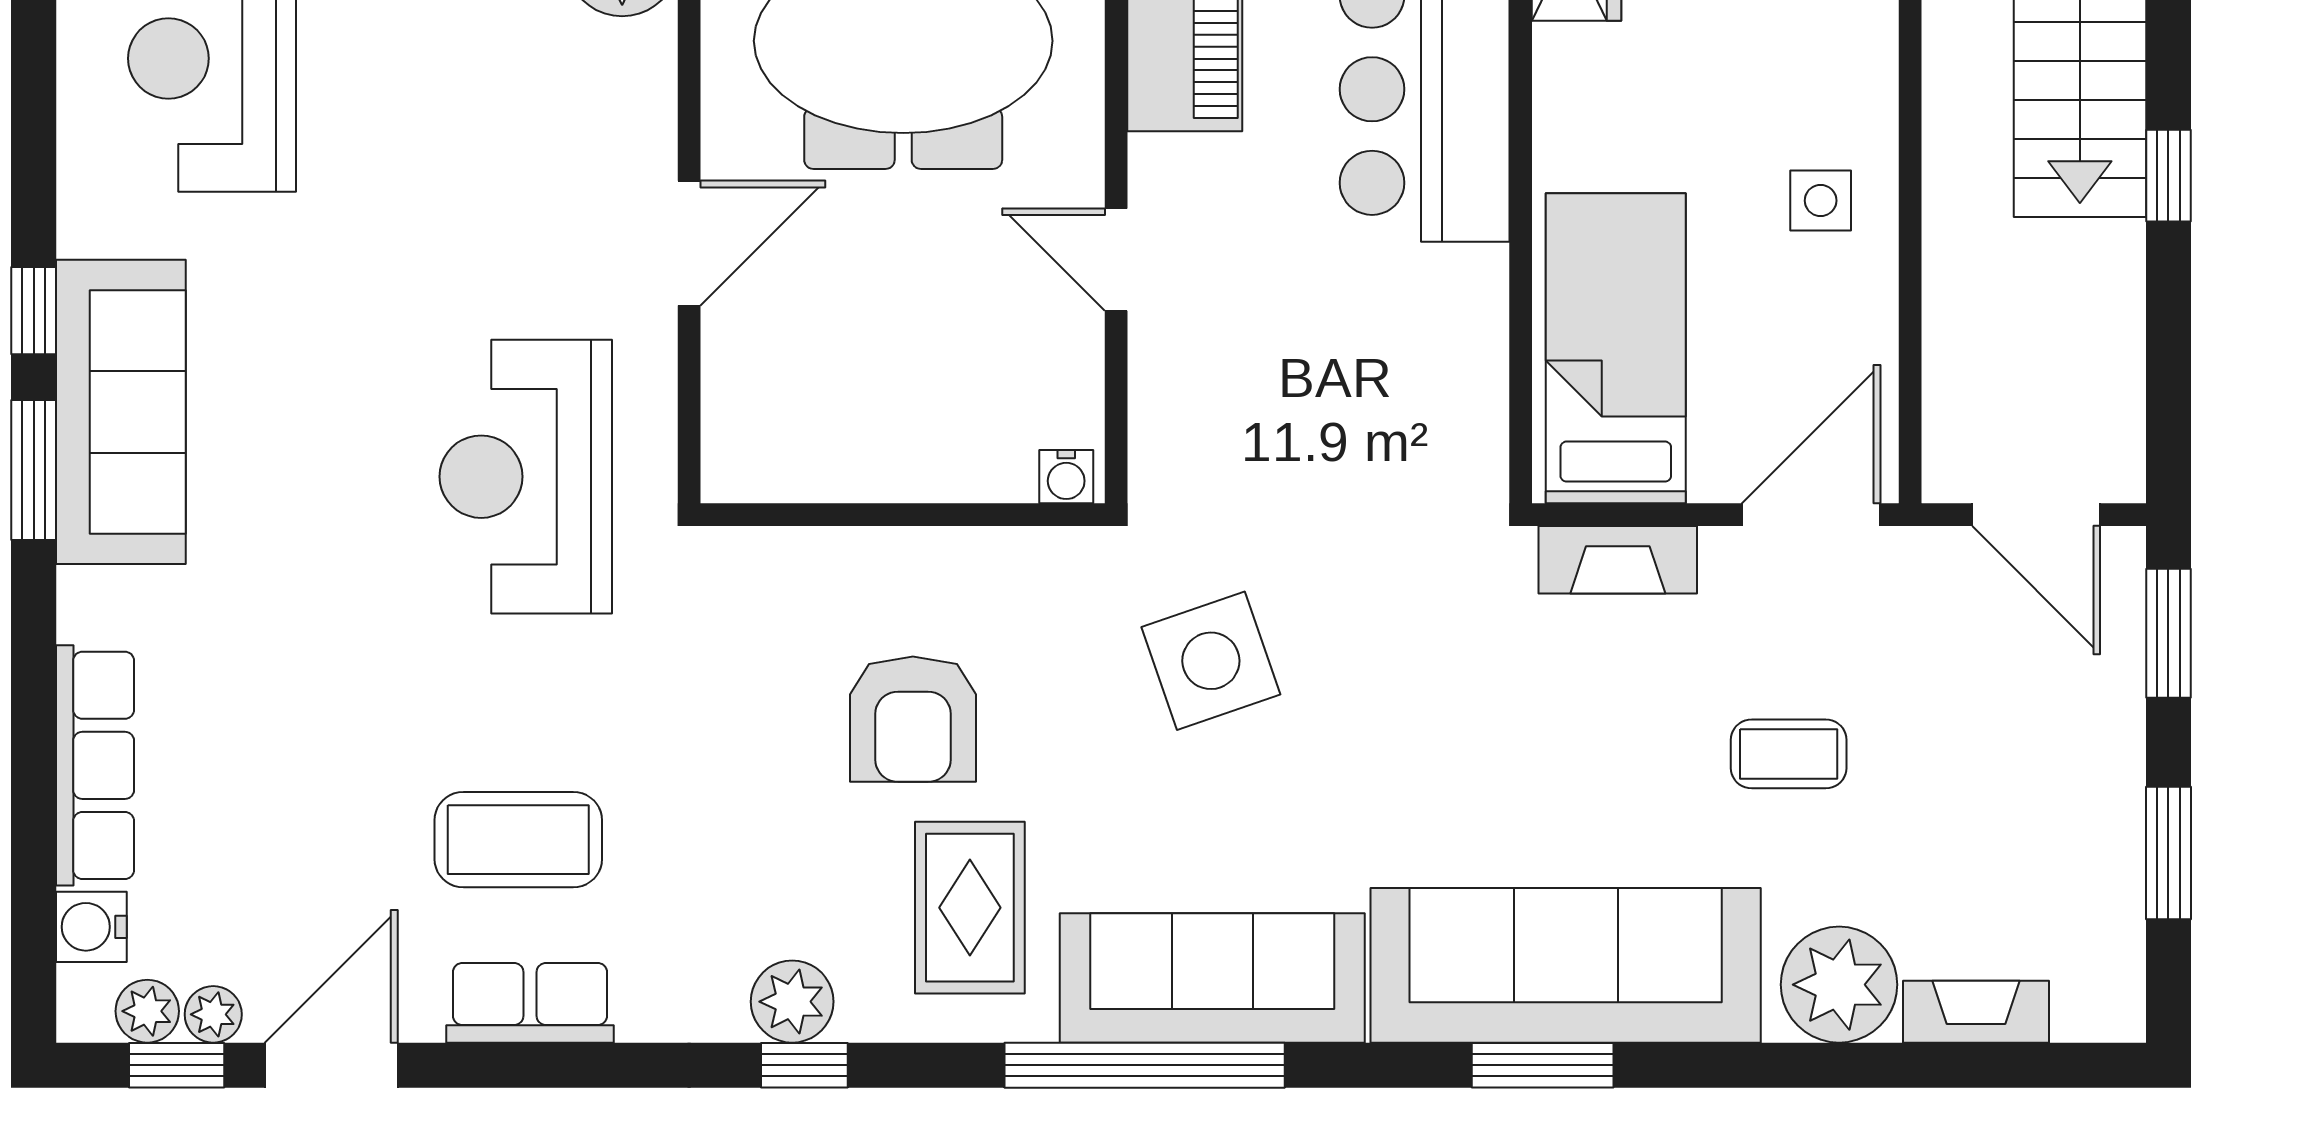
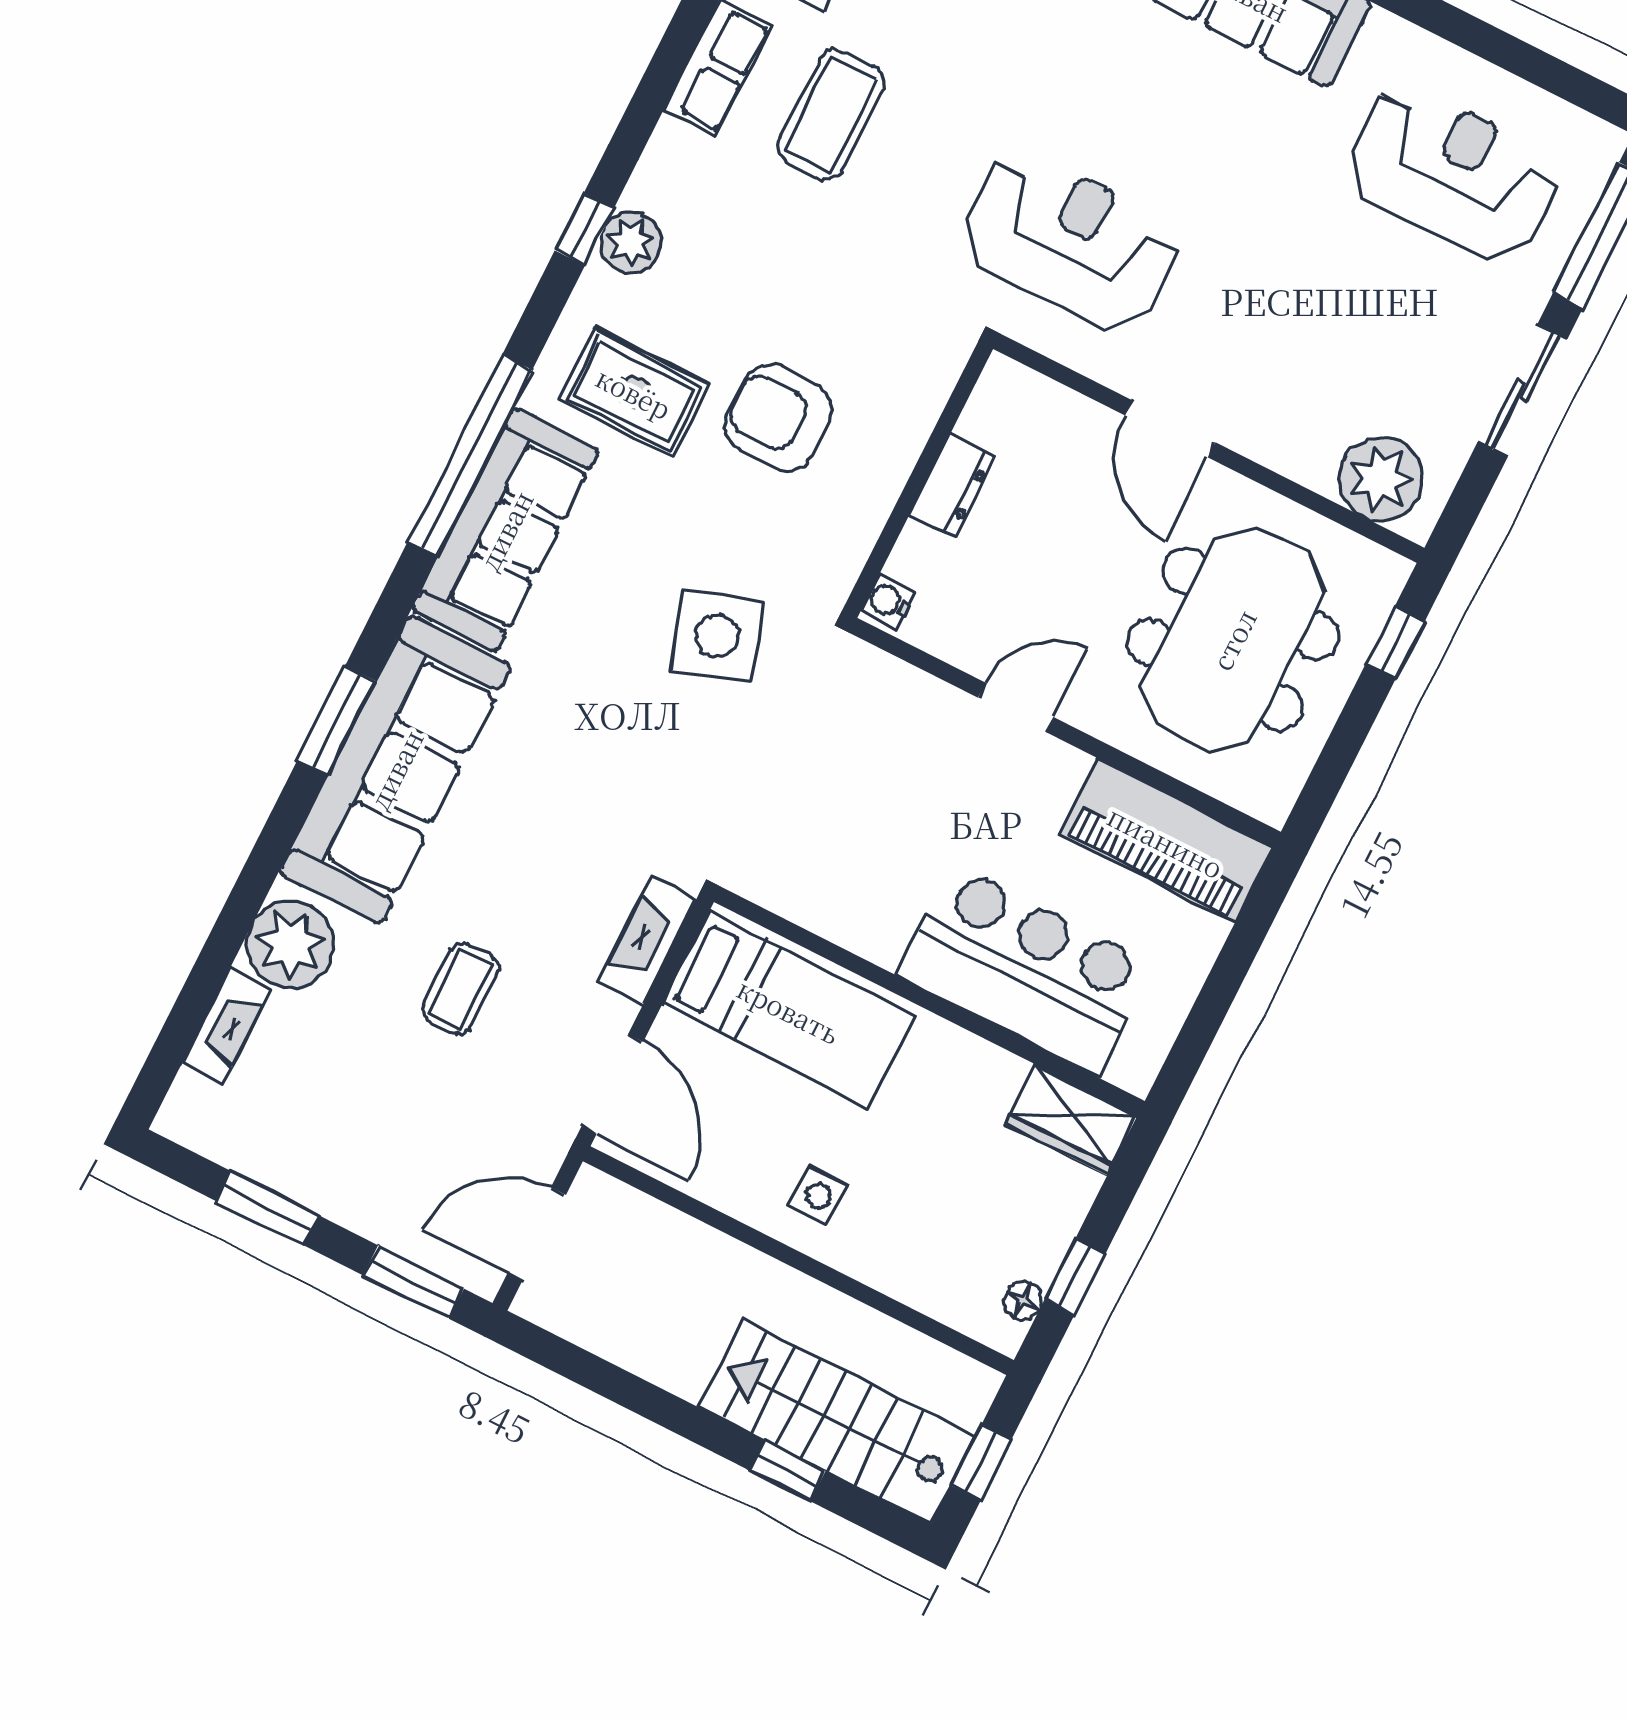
window: (2168, 176) -> (787, 1471), moved
dresser: (889, 469) -> (953, 486), added

